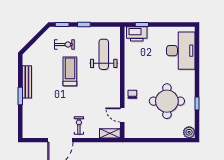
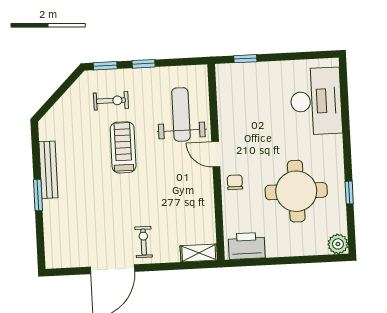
printer: (137, 34) -> (247, 246), moved, turned 180
door: (122, 115) -> (216, 154), moved

